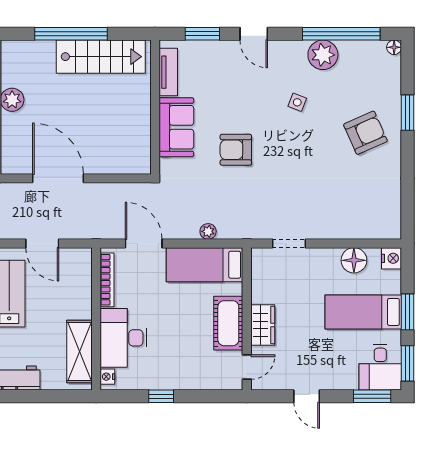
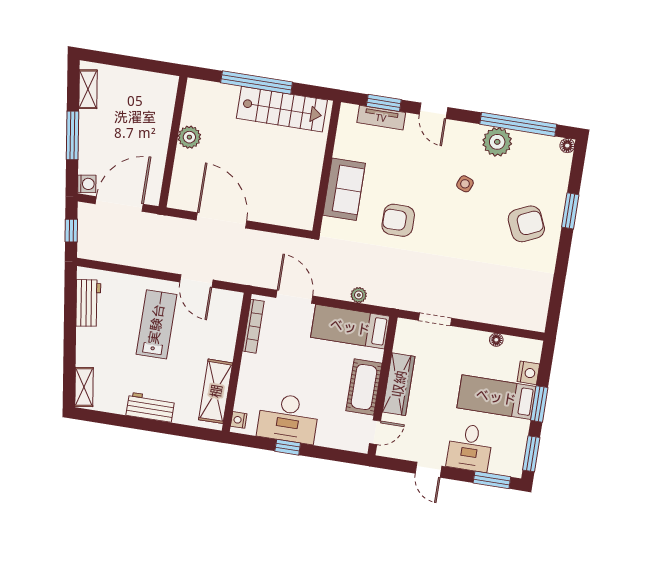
tv unit: (168, 72) -> (381, 118), moved, turned 90
nightstand: (392, 258) -> (528, 373), moved
floor lamp: (354, 260) -> (496, 340), width x0.53, depth x0.53
wardrobe: (263, 325) -> (399, 384), width x1.50
desk: (123, 338) -> (288, 418), moved, turned -90
desk: (380, 367) -> (470, 448), moved

